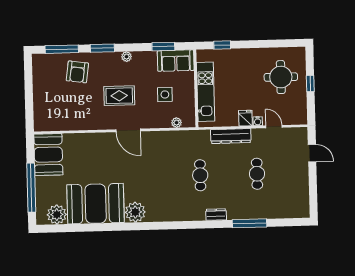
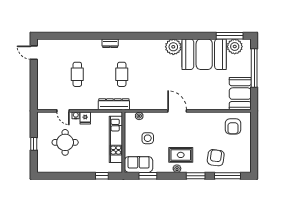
round table: (281, 77) -> (65, 142), moved
rug: (119, 96) -> (181, 155), moved
armchair: (56, 112) -> (233, 126), added
dresser: (231, 136) -> (114, 104), moved
door: (312, 153) -> (34, 53), moved
window: (249, 223) -> (230, 36), moved

